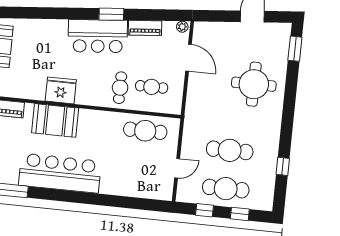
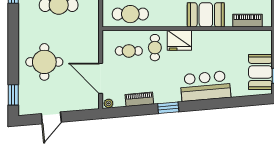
bar counter: (98, 36) -> (205, 86), moved
door: (189, 58) -> (101, 78), width x1.36
fridge: (61, 90) -> (179, 40), moved

